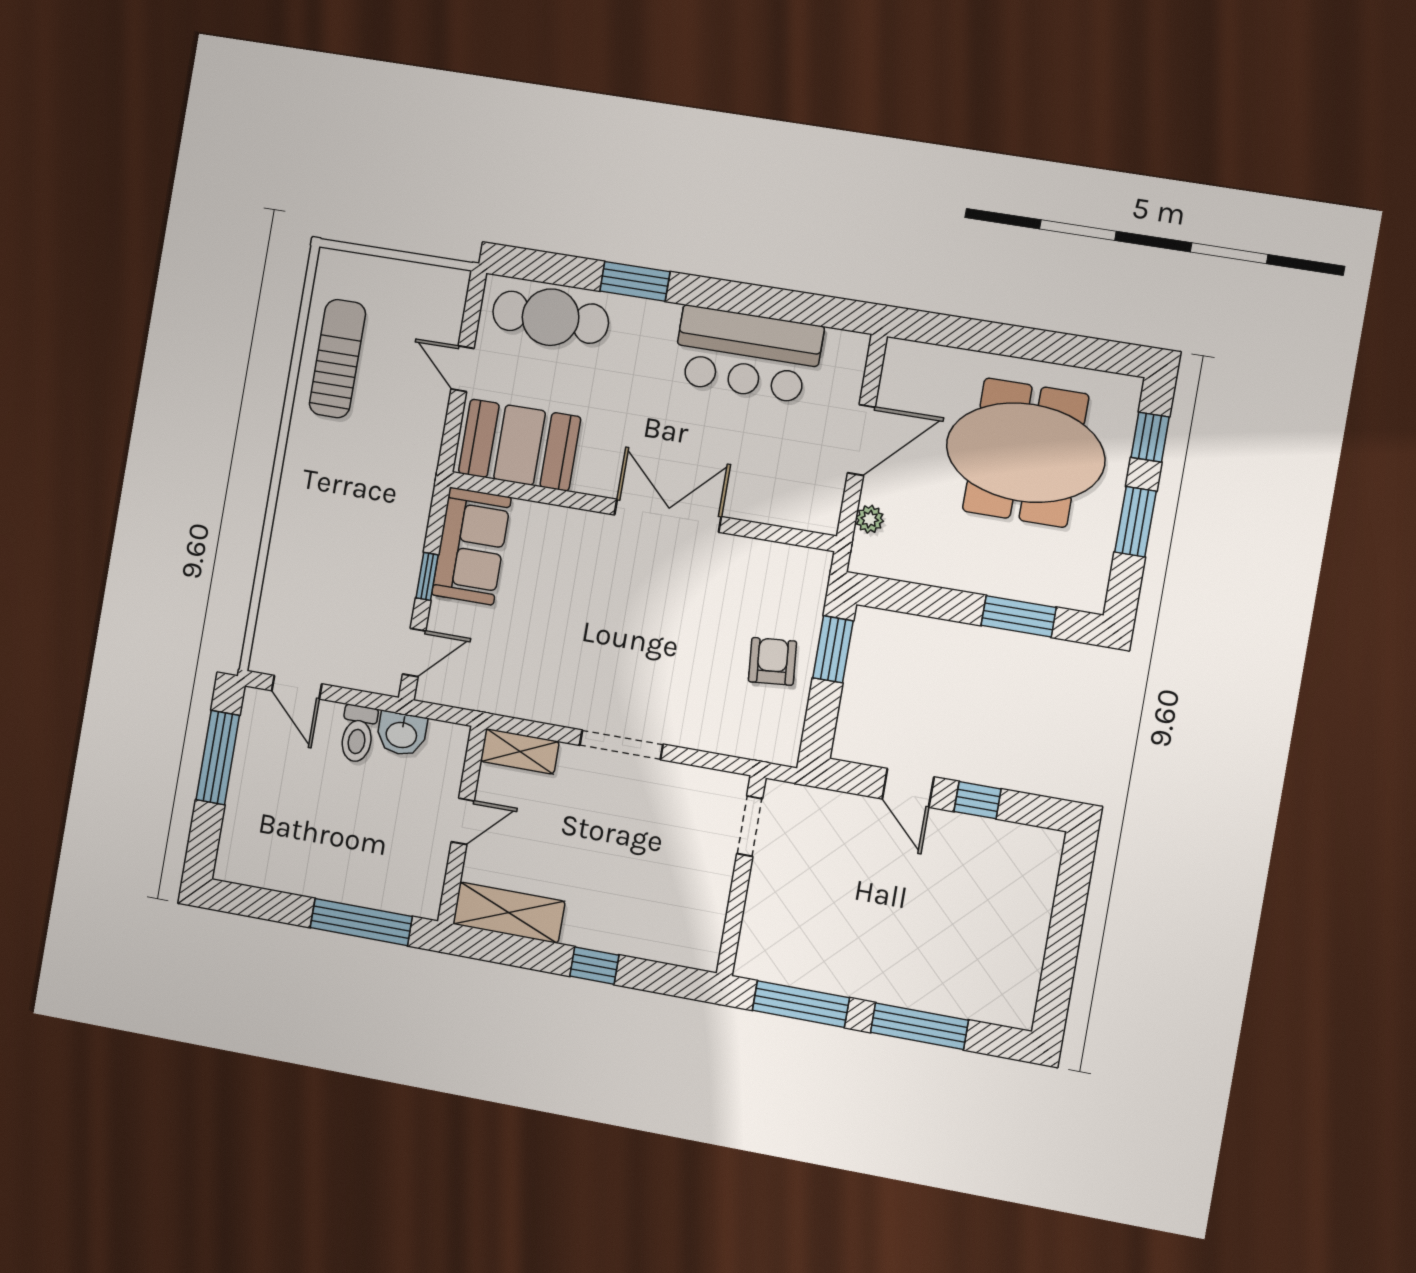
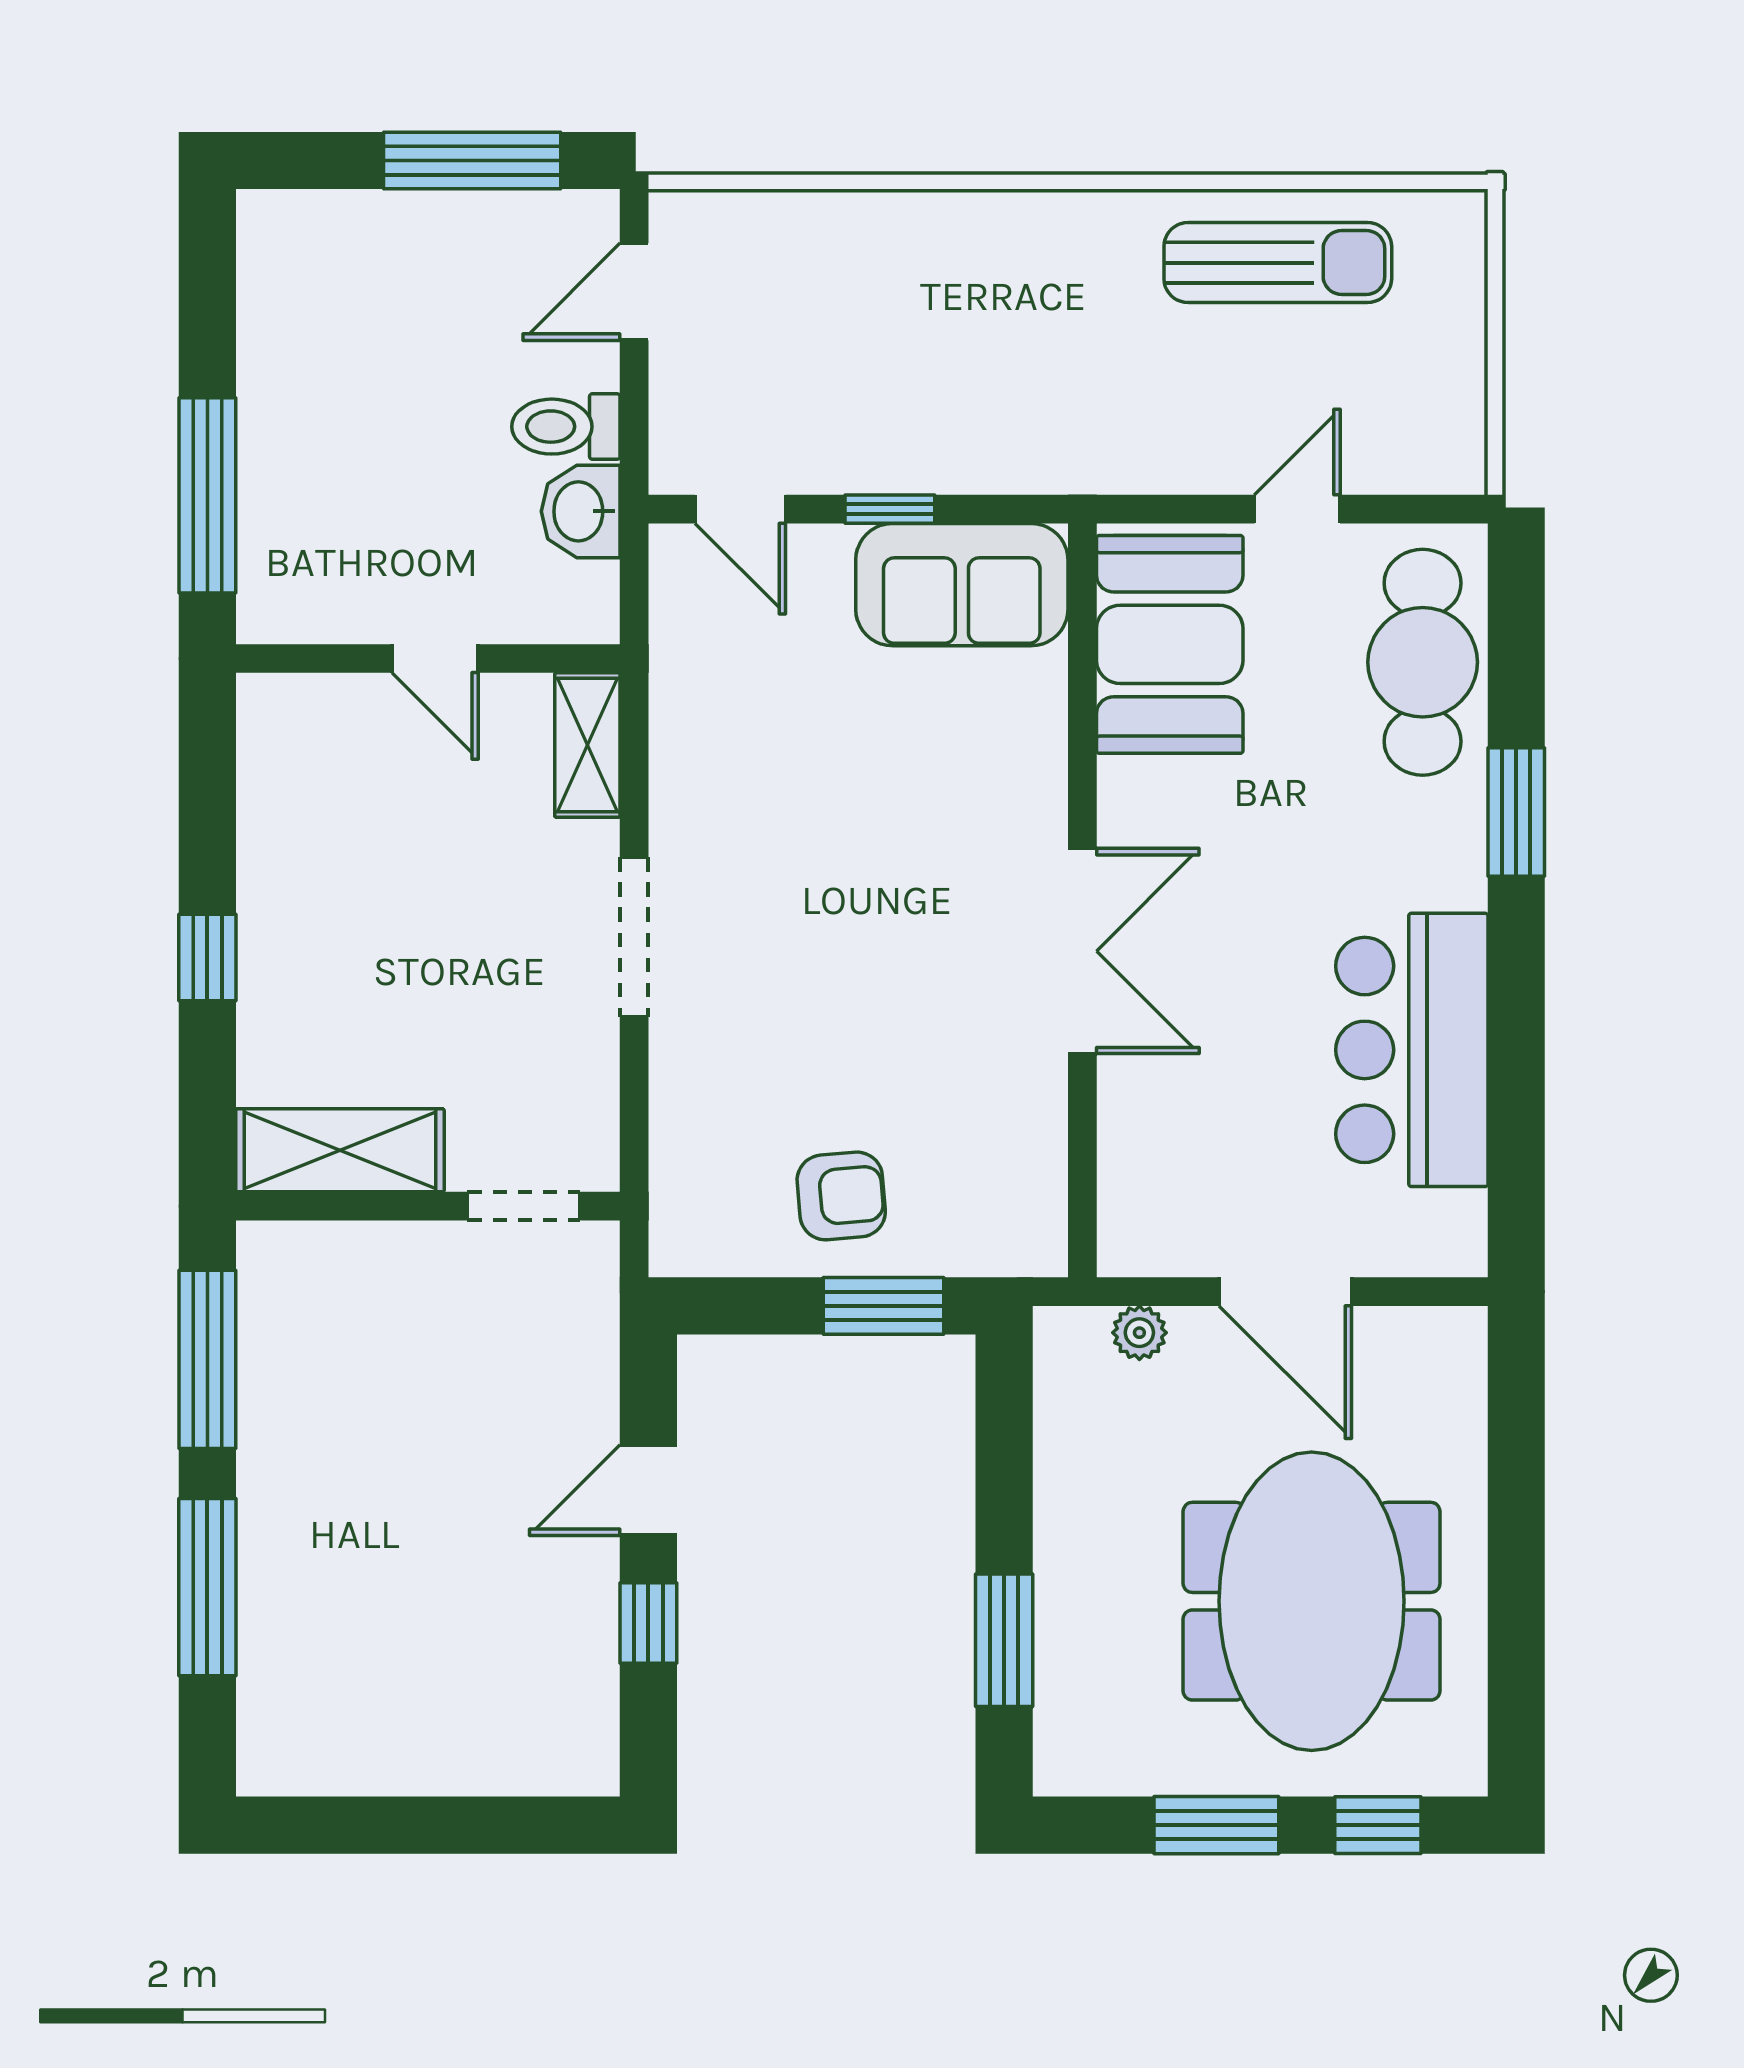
shelving: (509, 913) -> (340, 1150), moved, turned 90

